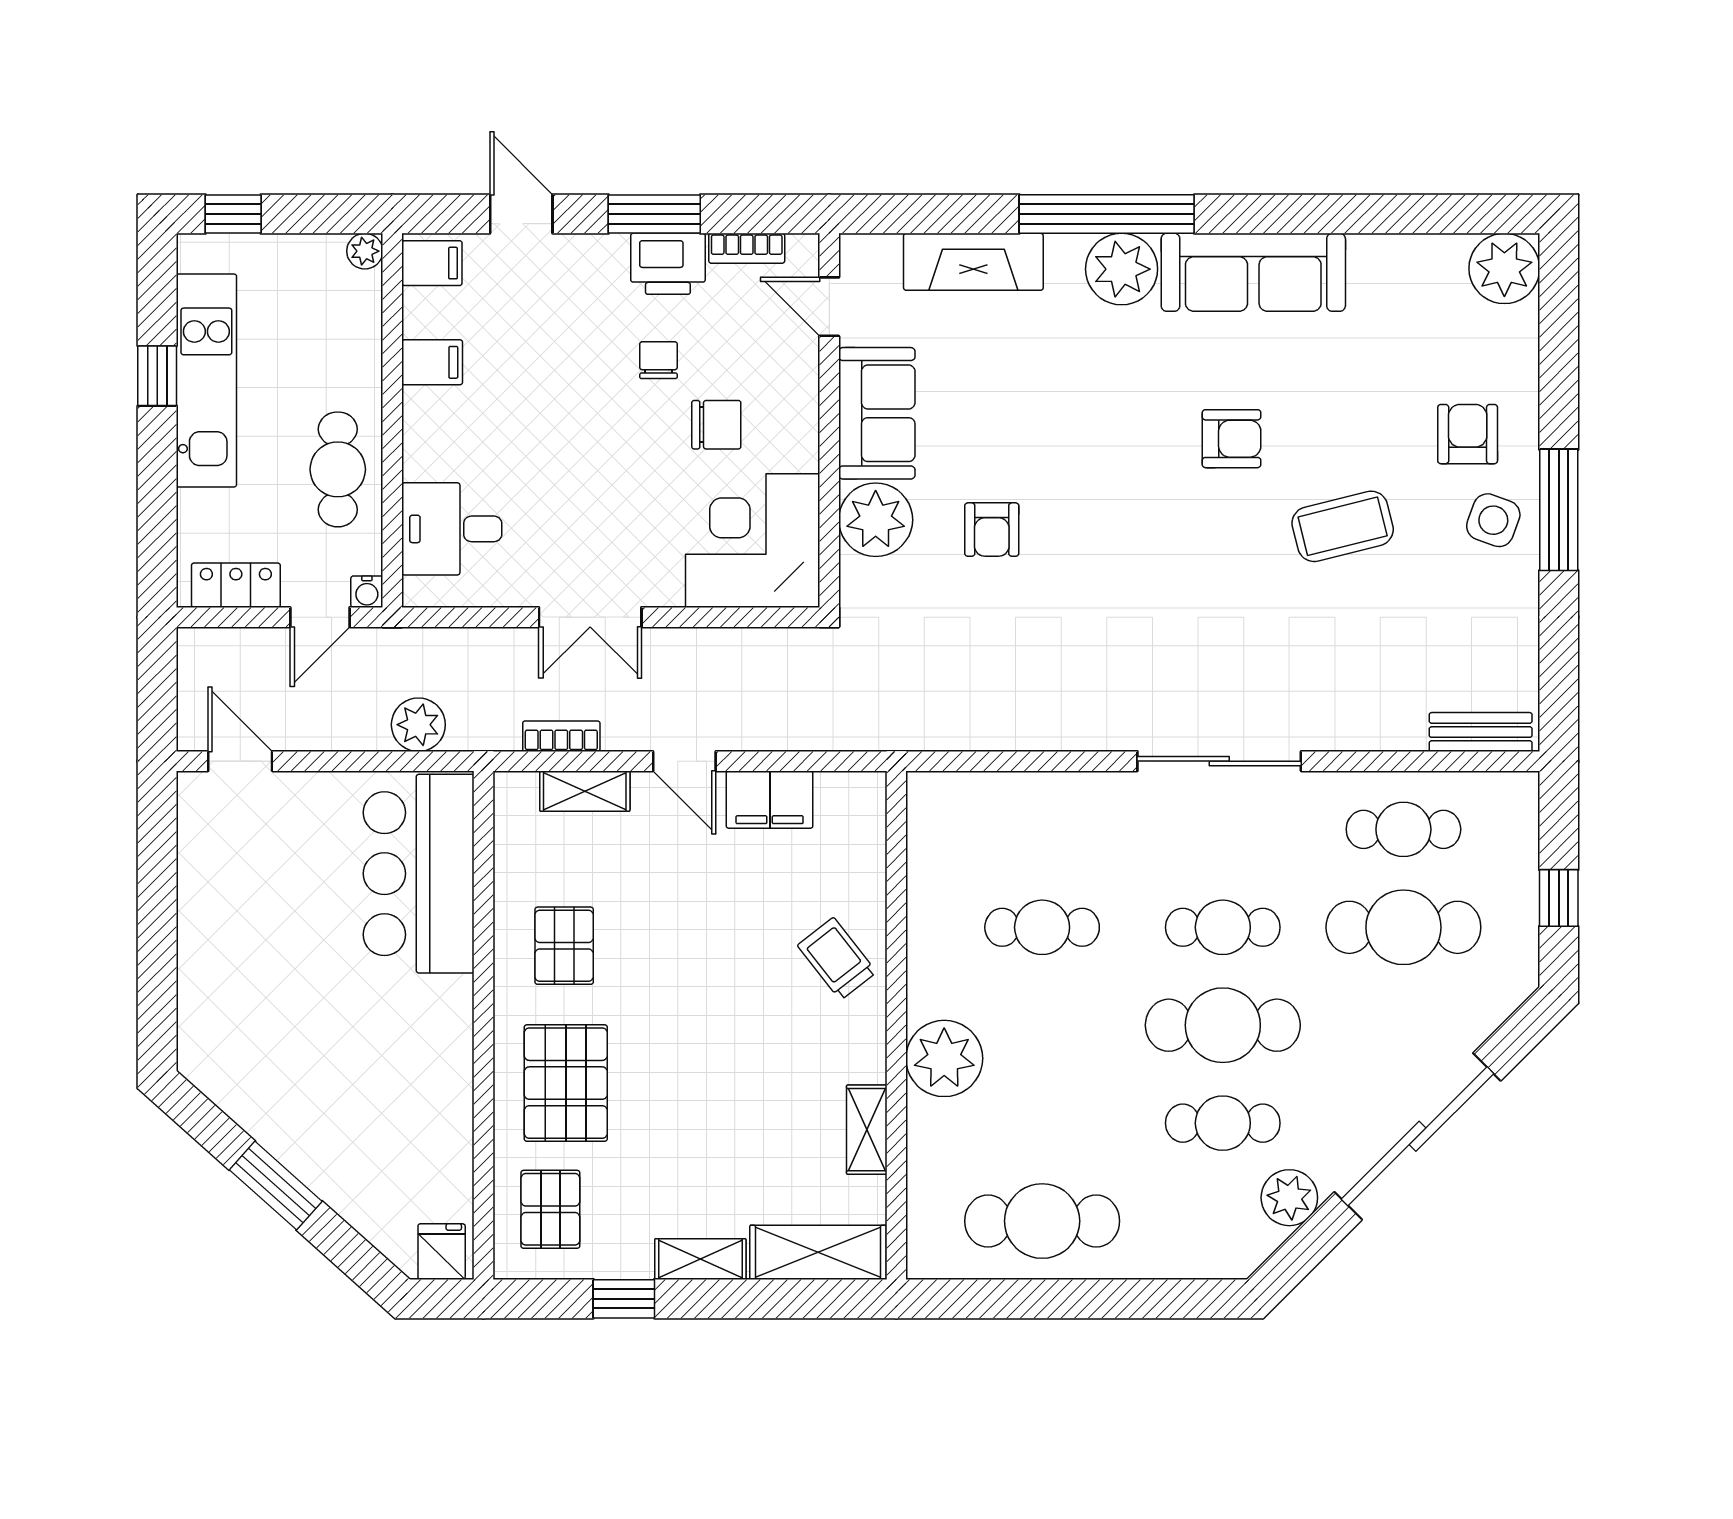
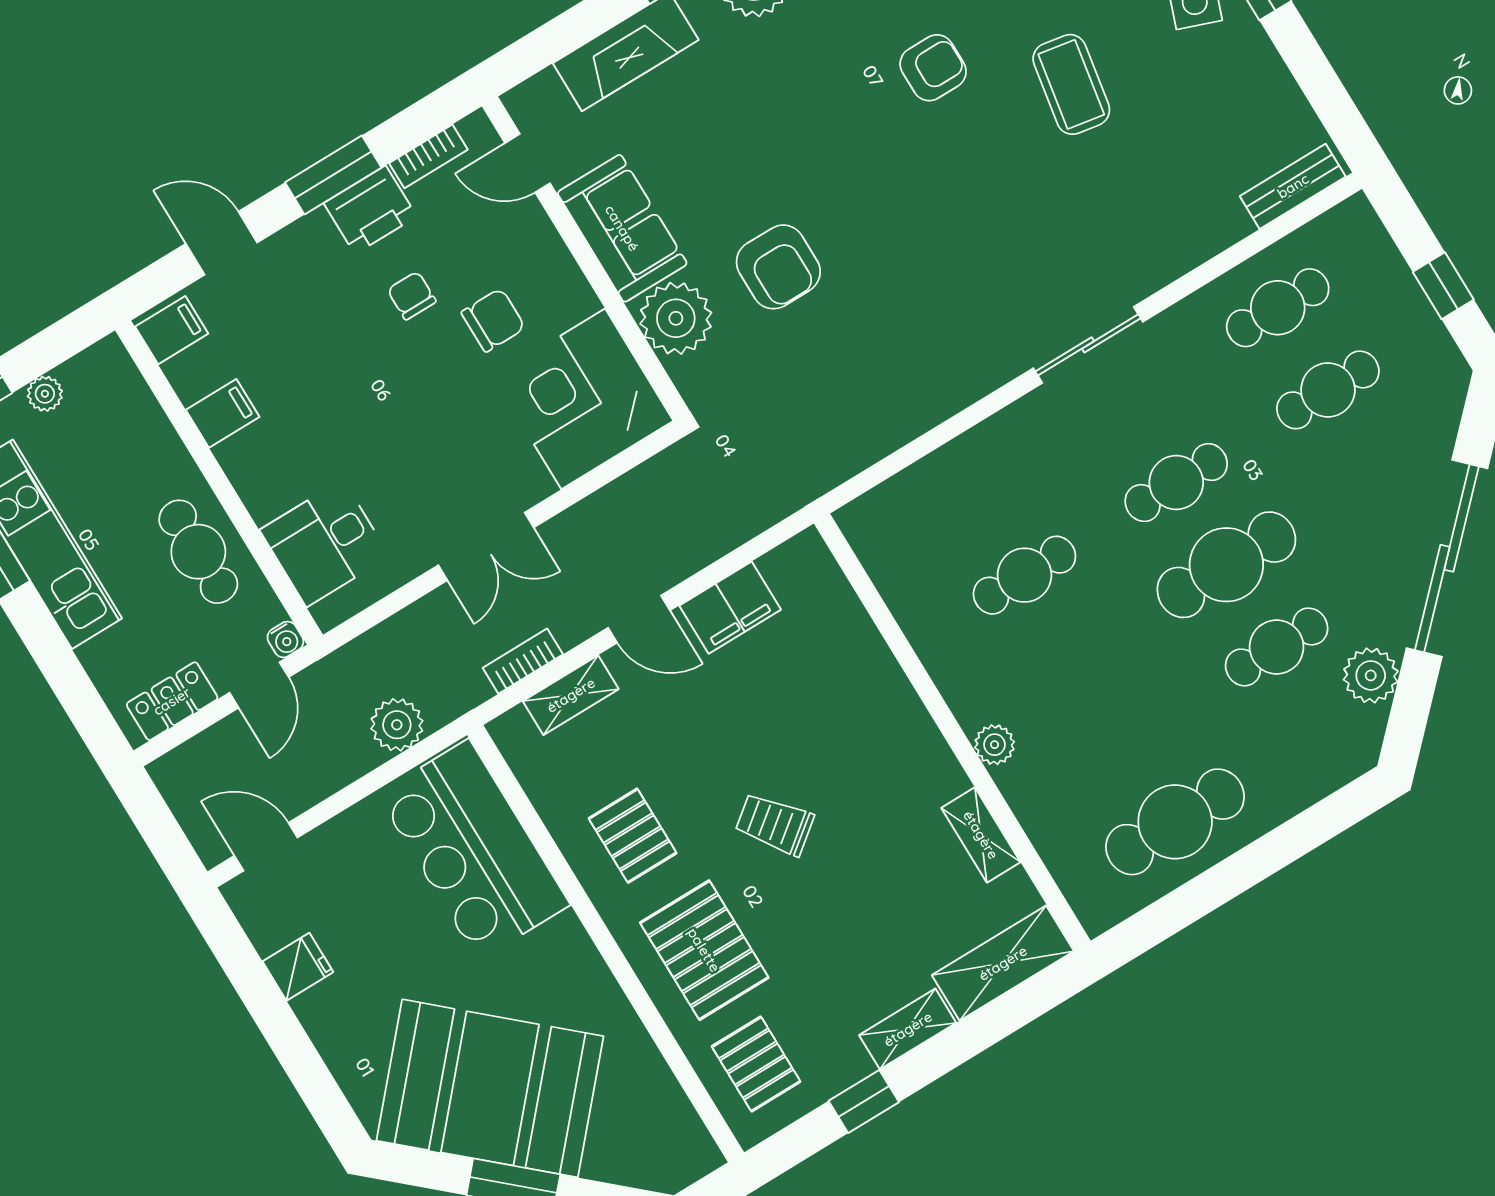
plant: (365, 251) -> (45, 394), moved
coffee table: (1343, 526) -> (1071, 84), turned -66
armchair: (992, 530) -> (778, 267), width x1.38, depth x1.38
sliding door: (1219, 761) -> (1088, 345), width x0.73
cafe table: (1403, 927) -> (1328, 390), width x0.73, depth x0.74
trolley: (837, 959) -> (775, 824), moved
plant: (944, 1058) -> (995, 745), width x0.53, depth x0.53
booth: (307, 1089) -> (490, 1088), added
fridge: (442, 1252) -> (298, 967), moved, turned 90

